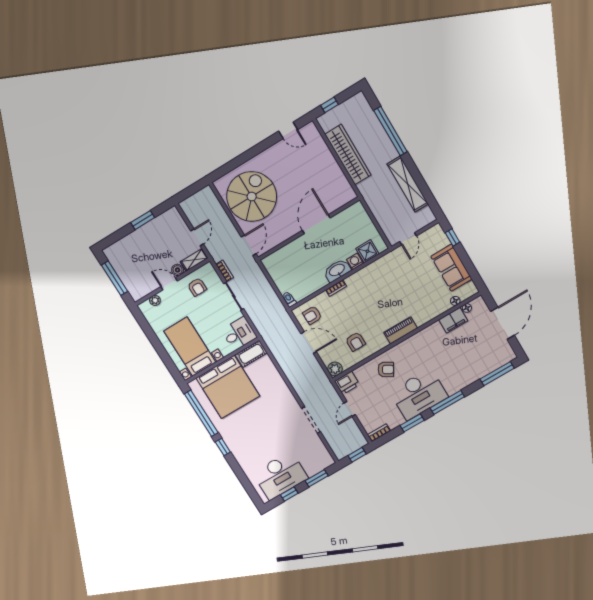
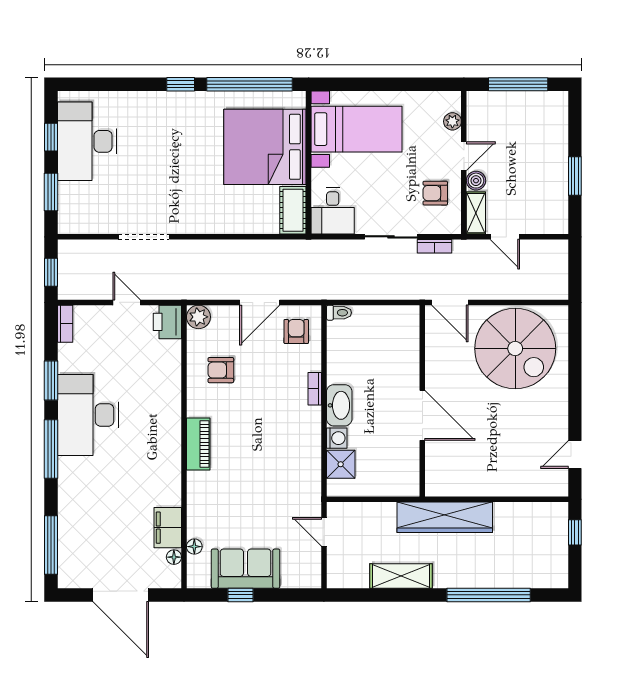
wardrobe: (348, 155) -> (445, 517), moved
shelving: (408, 184) -> (401, 576), width x0.68
window: (452, 237) -> (240, 595), moved
armchair: (386, 369) -> (154, 389), removed

